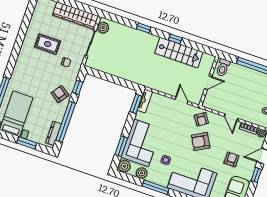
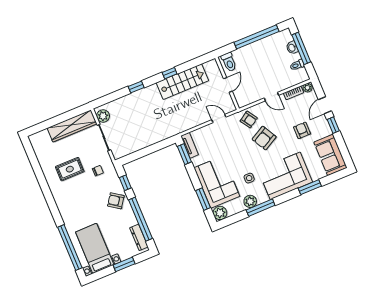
plant: (142, 173) -> (250, 201), moved

